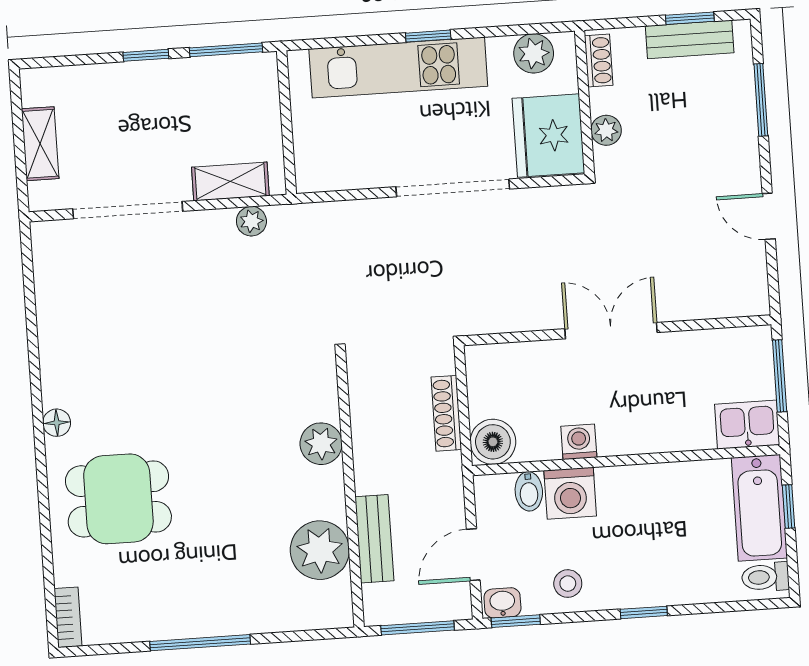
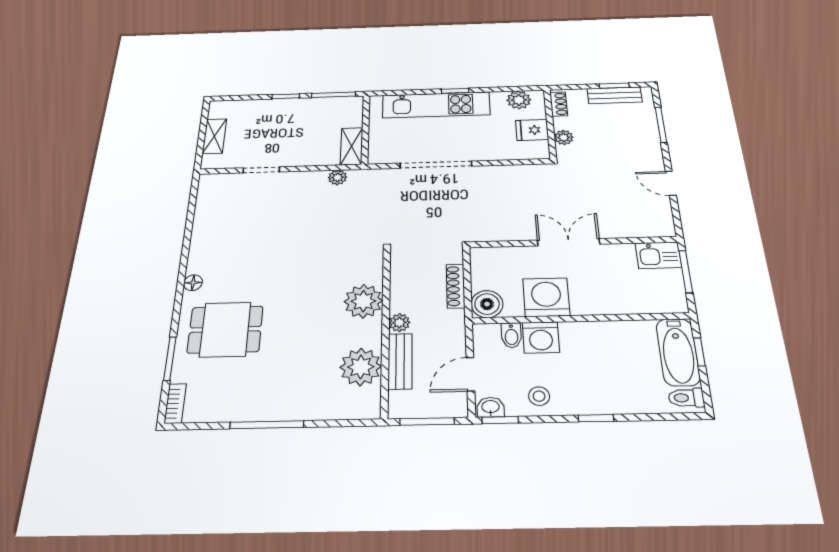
fridge: (548, 136) -> (532, 130), width x0.53, depth x0.75
shelving: (230, 181) -> (352, 146), moved, turned 90
doorway: (453, 188) -> (436, 165), moved
doorway: (128, 210) -> (261, 170), width x0.53
kitchen sink: (747, 425) -> (658, 255), moved, turned 180
washing machine: (579, 442) -> (546, 297), width x1.89, depth x1.89
plant: (321, 444) -> (363, 301), width x1.36, depth x1.36
plant: (369, 478) -> (399, 323), added
window: (47, 549) -> (170, 359), added

